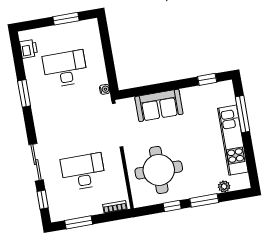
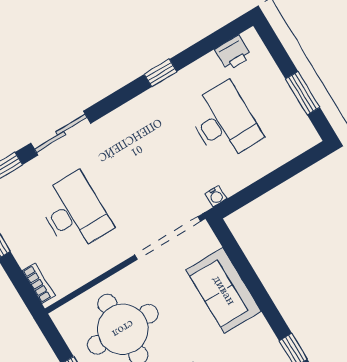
window: (24, 93) -> (161, 73), width x0.67

